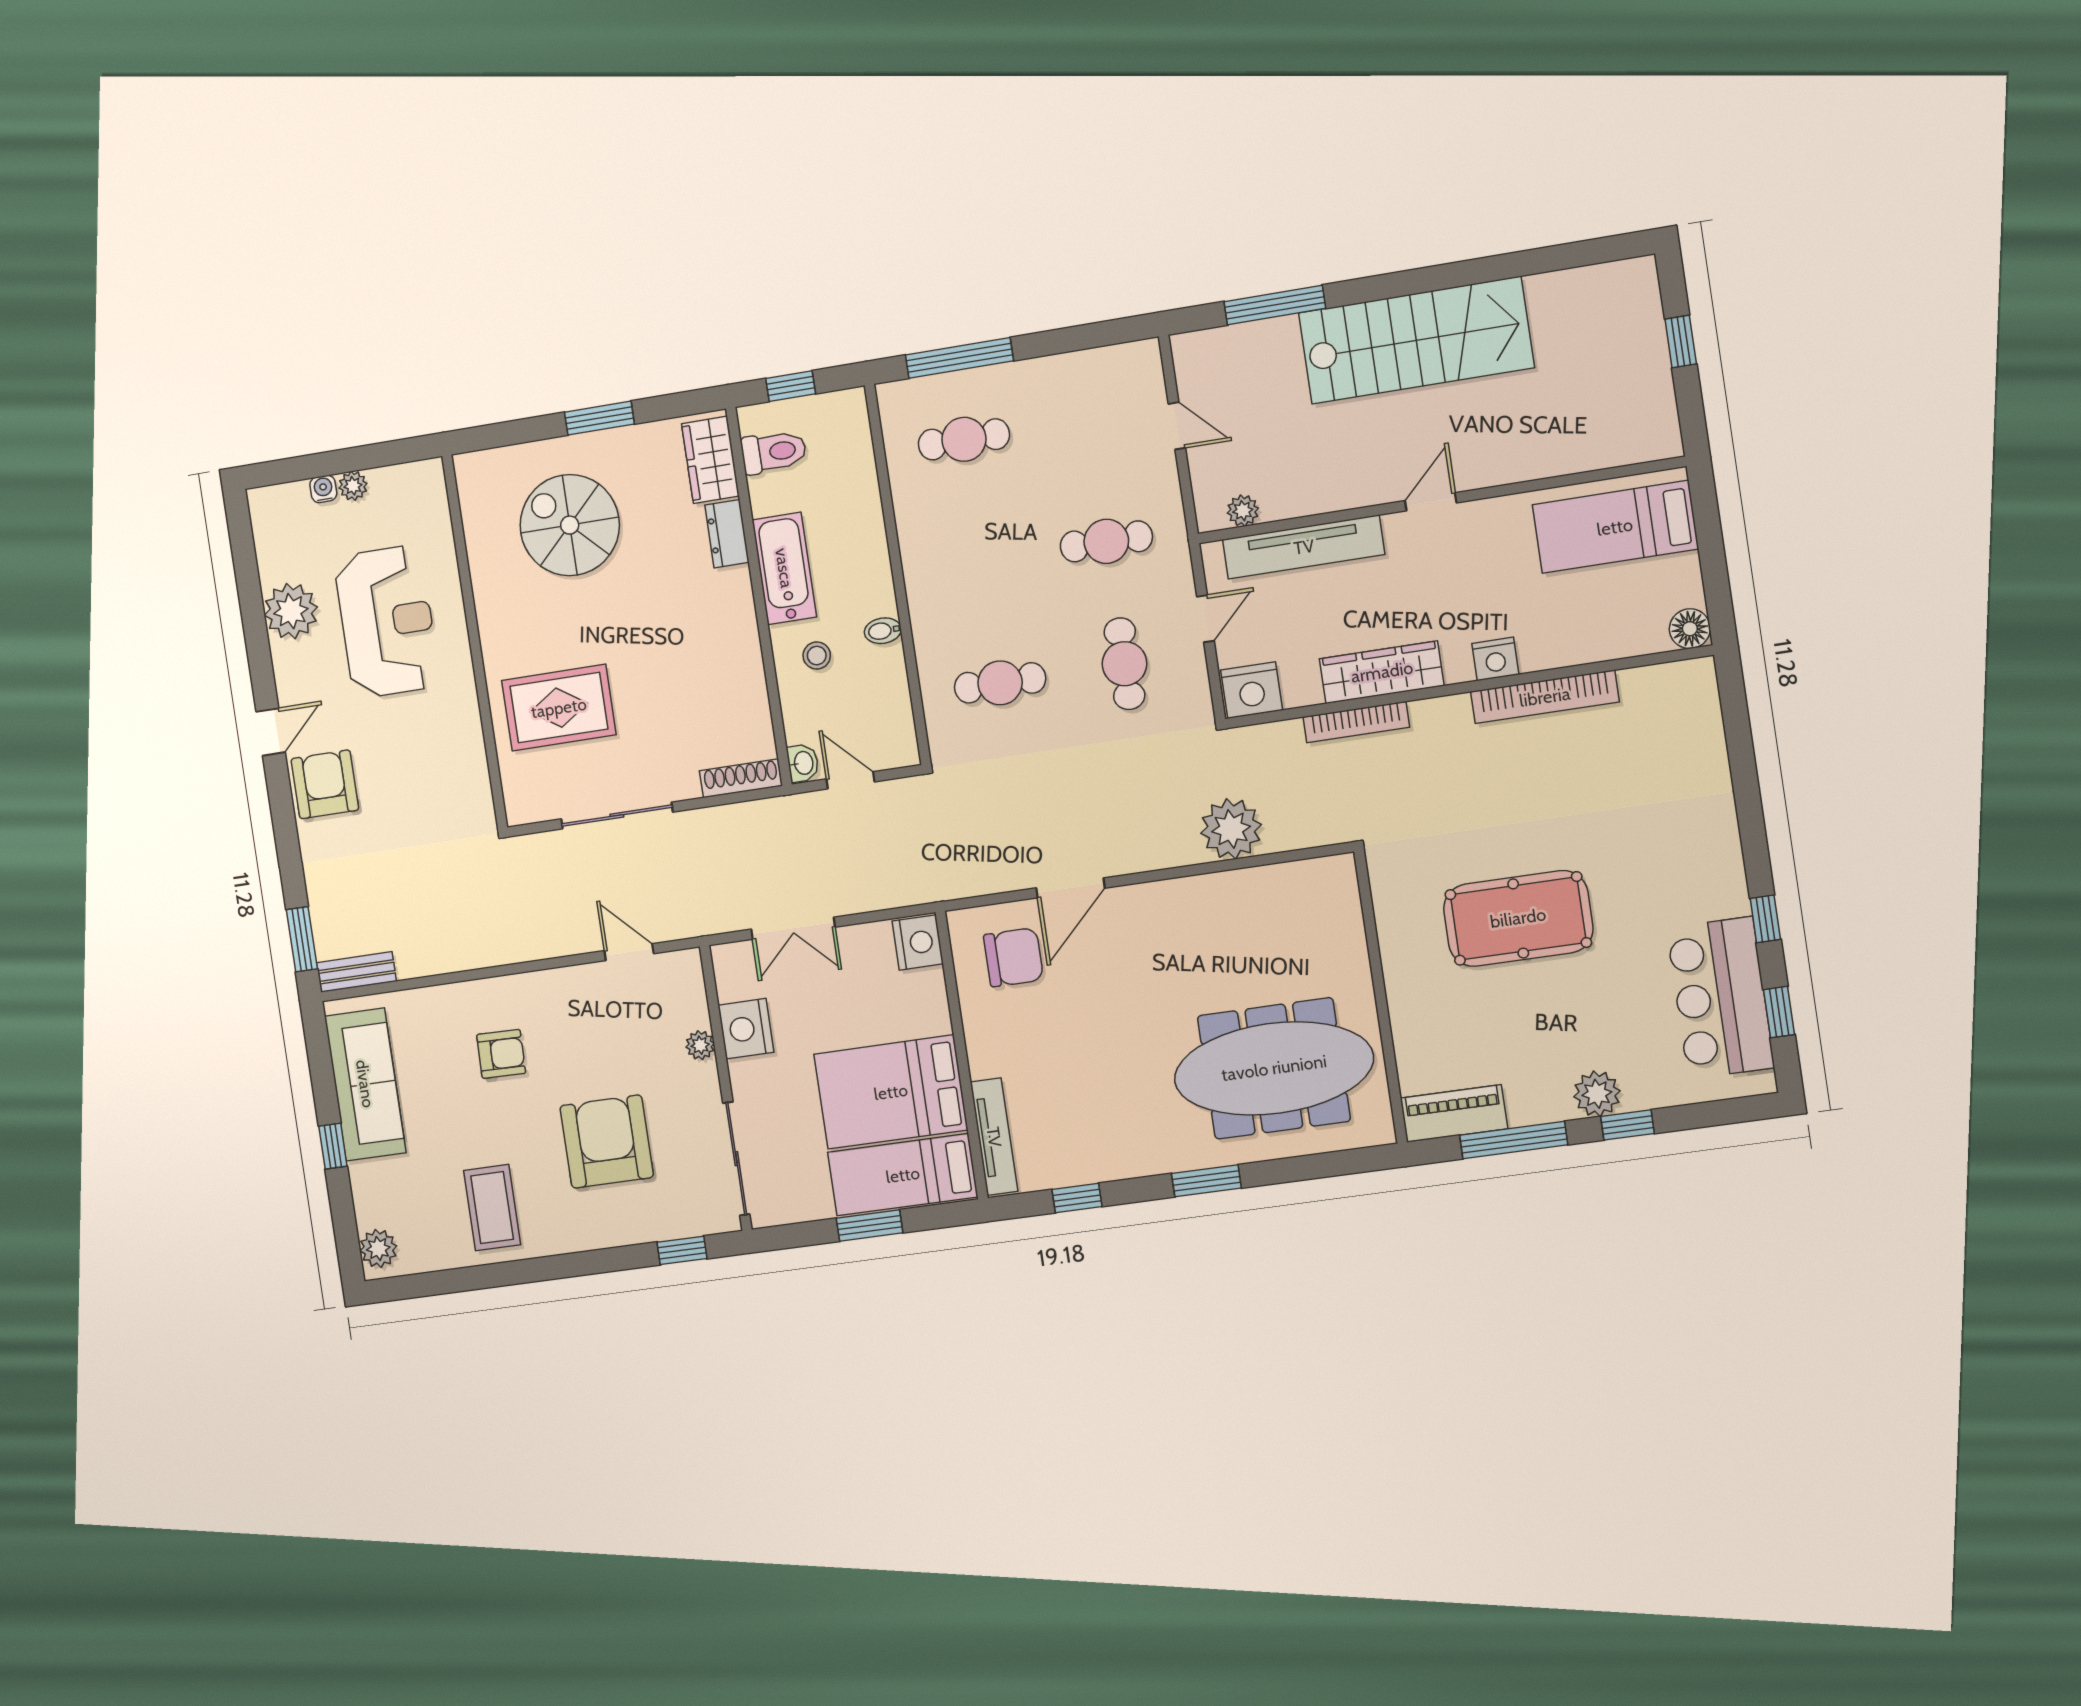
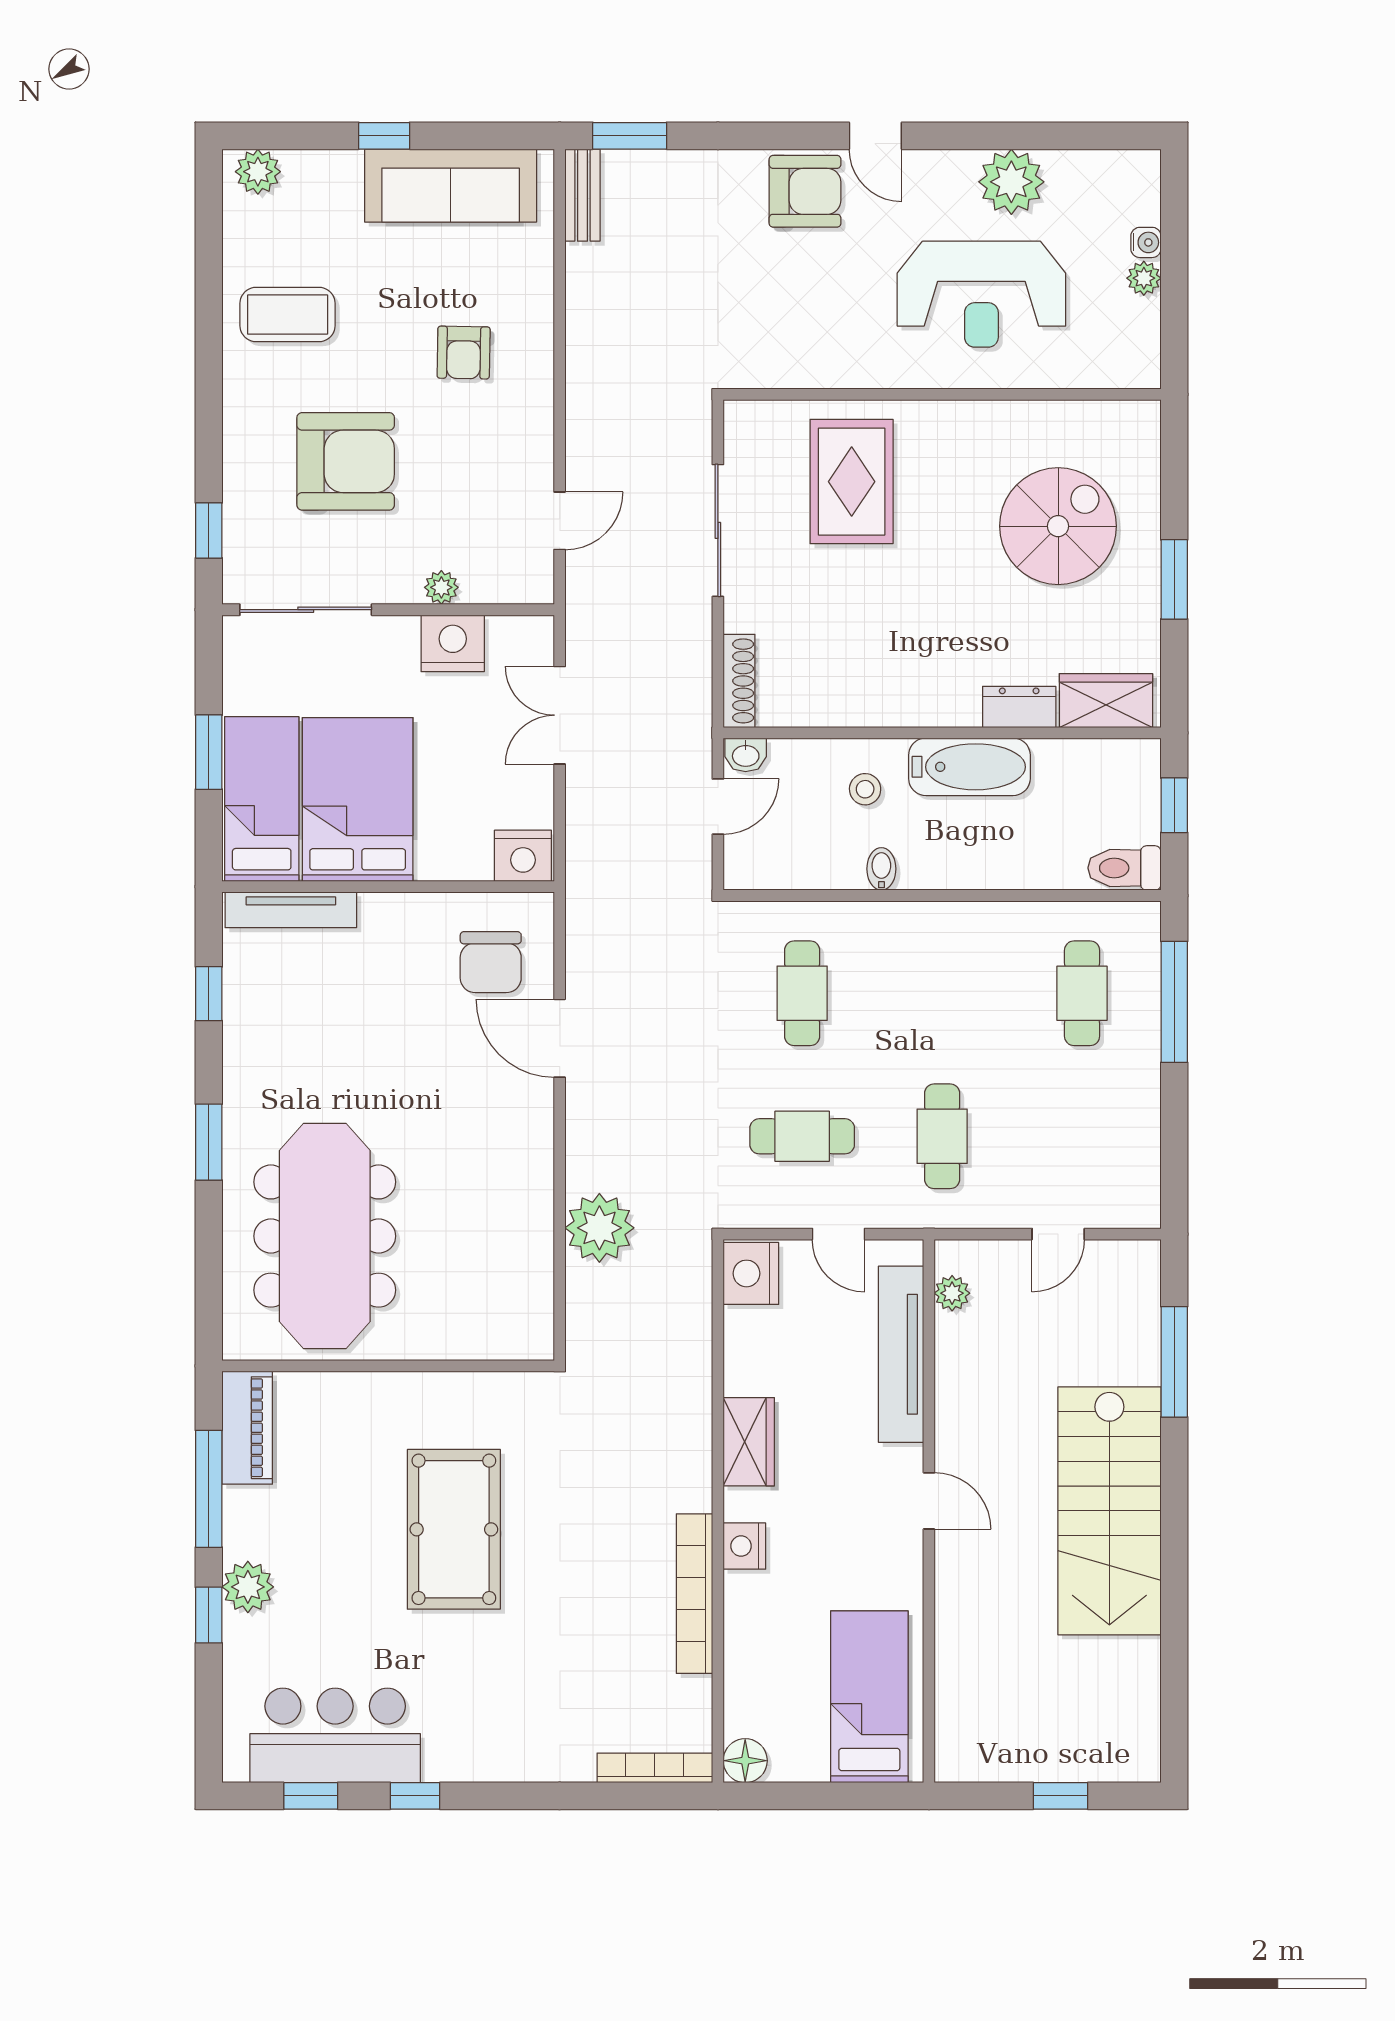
toilet: (774, 452) -> (1124, 868), moved, turned 90
wardrobe: (1382, 672) -> (749, 1442), width x0.67
bookcase: (1356, 722) -> (655, 1768), moved, turned 90

